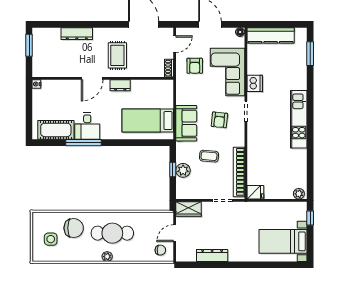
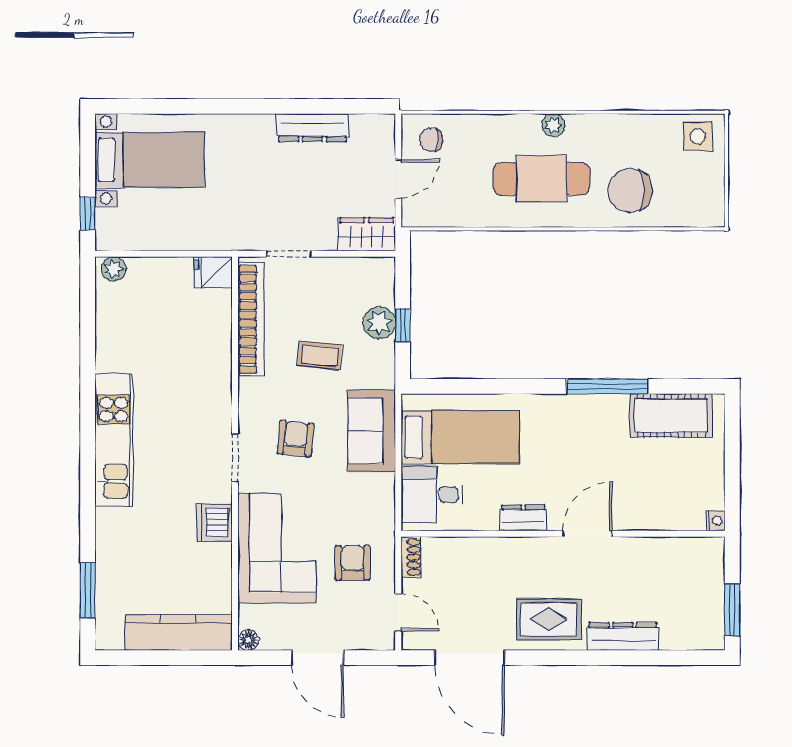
door: (175, 44) -> (398, 612), swing flipped
rug: (117, 55) -> (549, 619), moved, turned 90
desk: (87, 126) -> (432, 495), moved, turned -90
side table: (51, 239) -> (698, 136), moved

